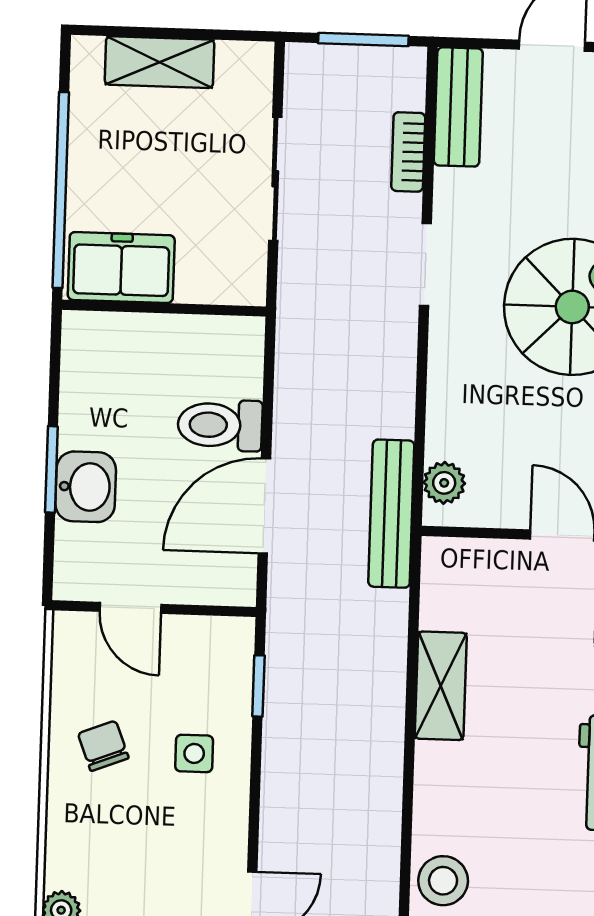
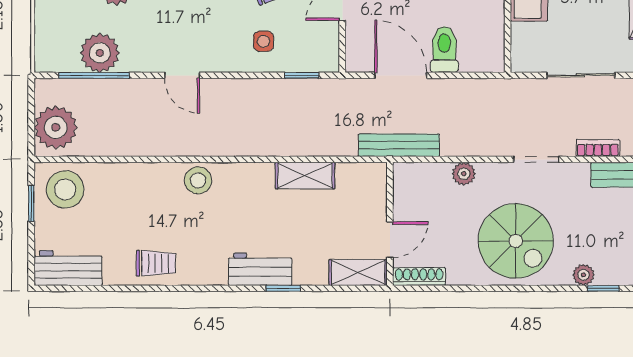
plant: (444, 483) -> (464, 174), moved

